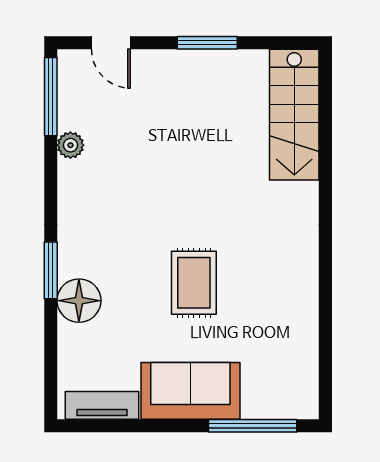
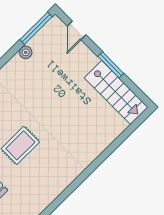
stairs: (294, 115) -> (116, 92), moved, turned -90

